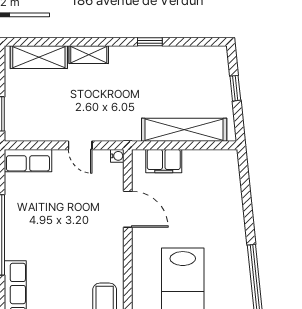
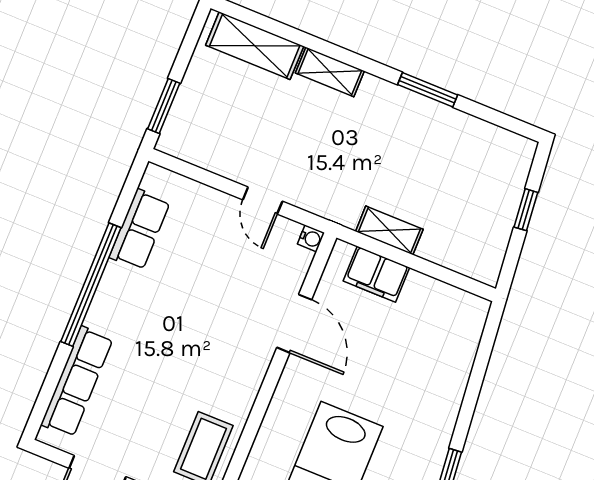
window: (150, 42) -> (428, 90), width x1.50
shelving: (184, 130) -> (389, 230), width x0.45, depth x0.75
row of seats: (28, 161) -> (140, 230), moved, turned -90

